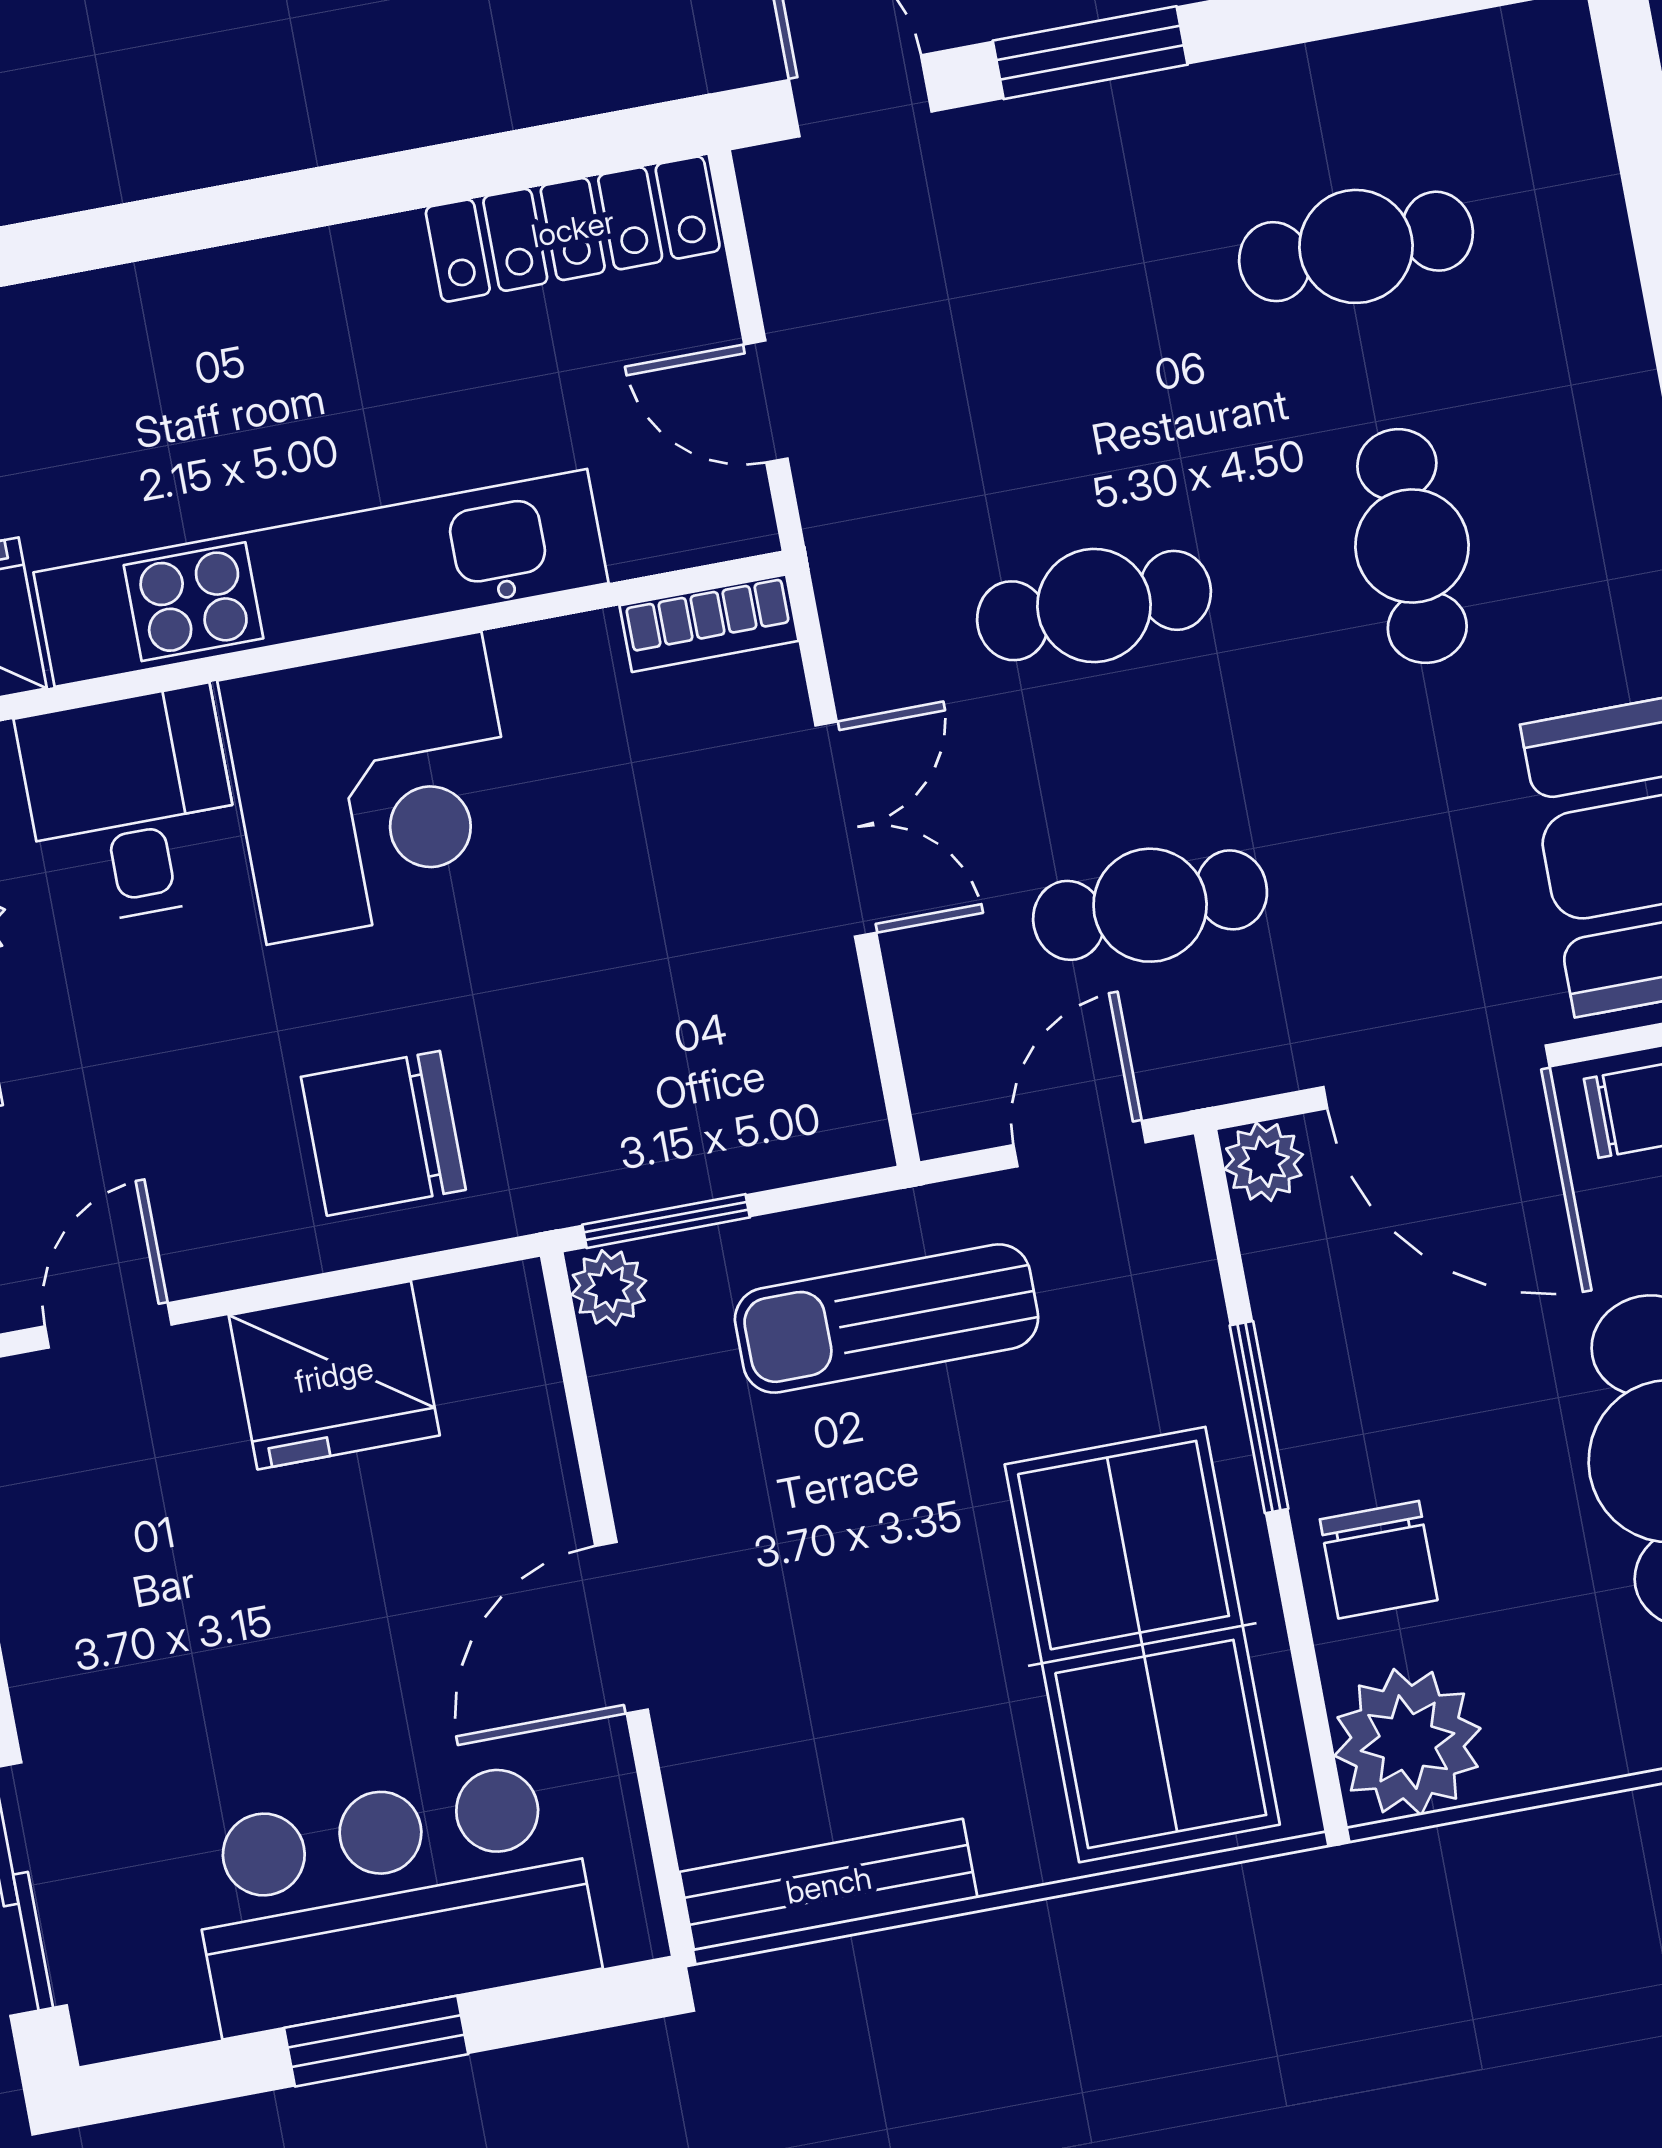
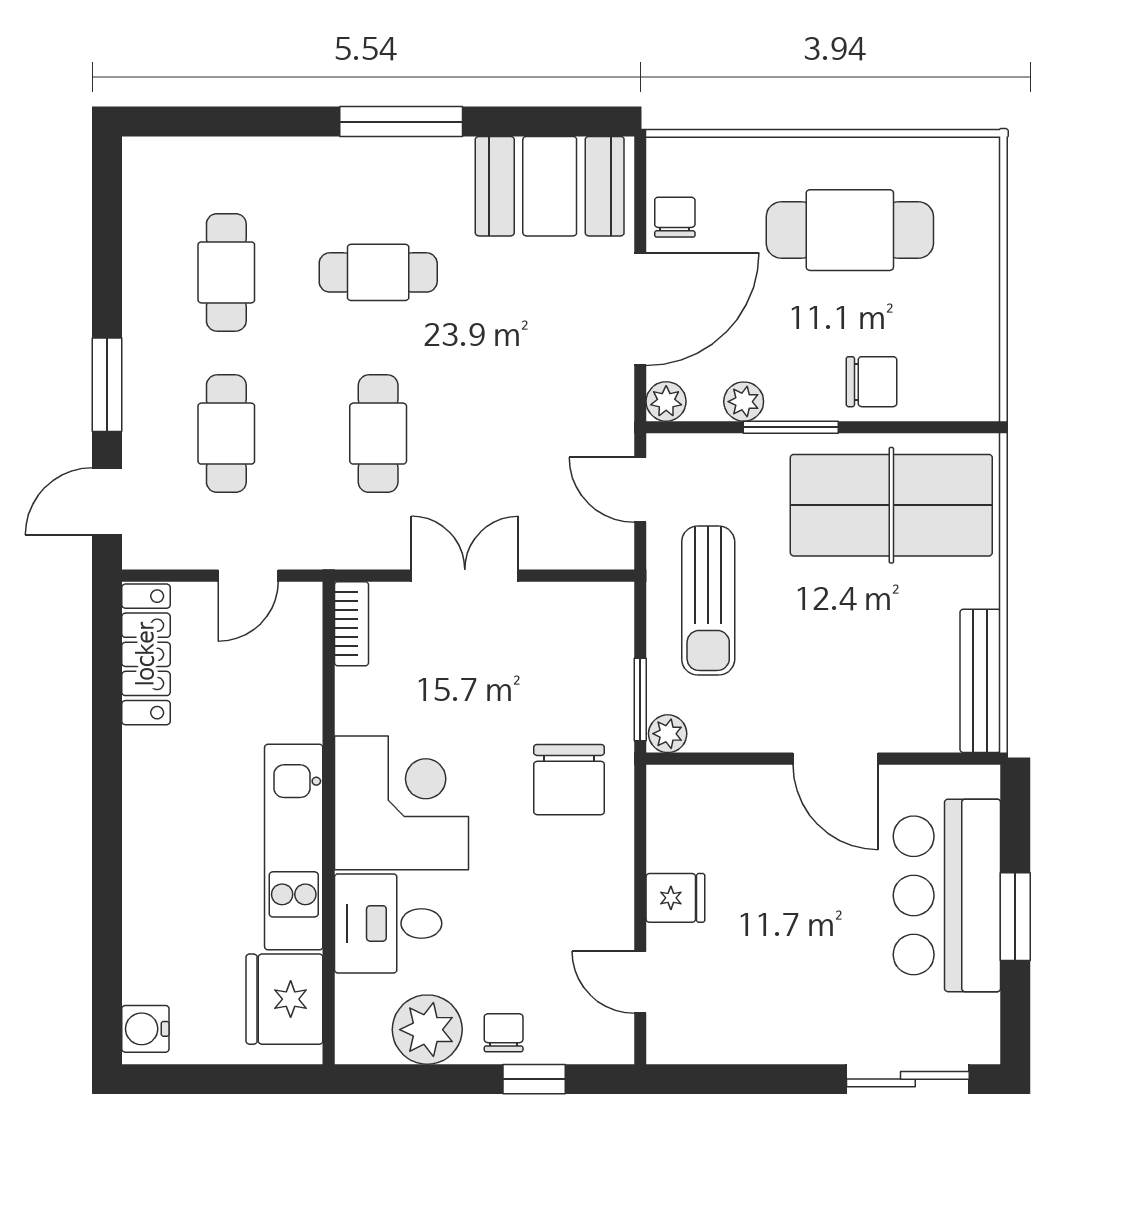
kitchen unit: (321, 578) -> (294, 847), width x0.73
cafe table: (1150, 905) -> (226, 434), moved
chair: (383, 1133) -> (569, 780), moved
fridge: (334, 1375) -> (675, 898), width x0.53, depth x0.75
plant: (1408, 1742) -> (744, 402), moved, width x0.53, depth x0.53

